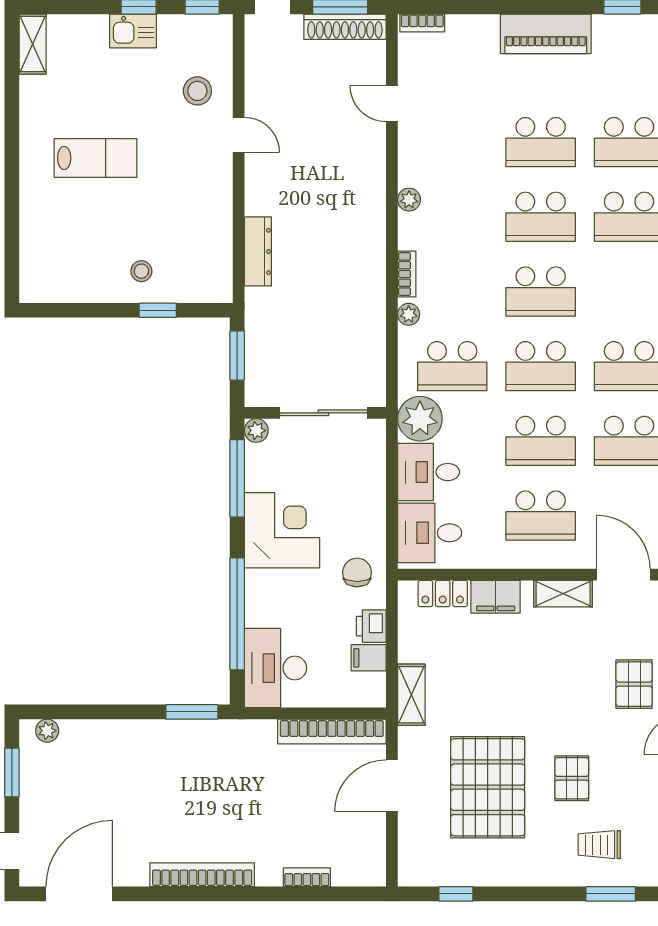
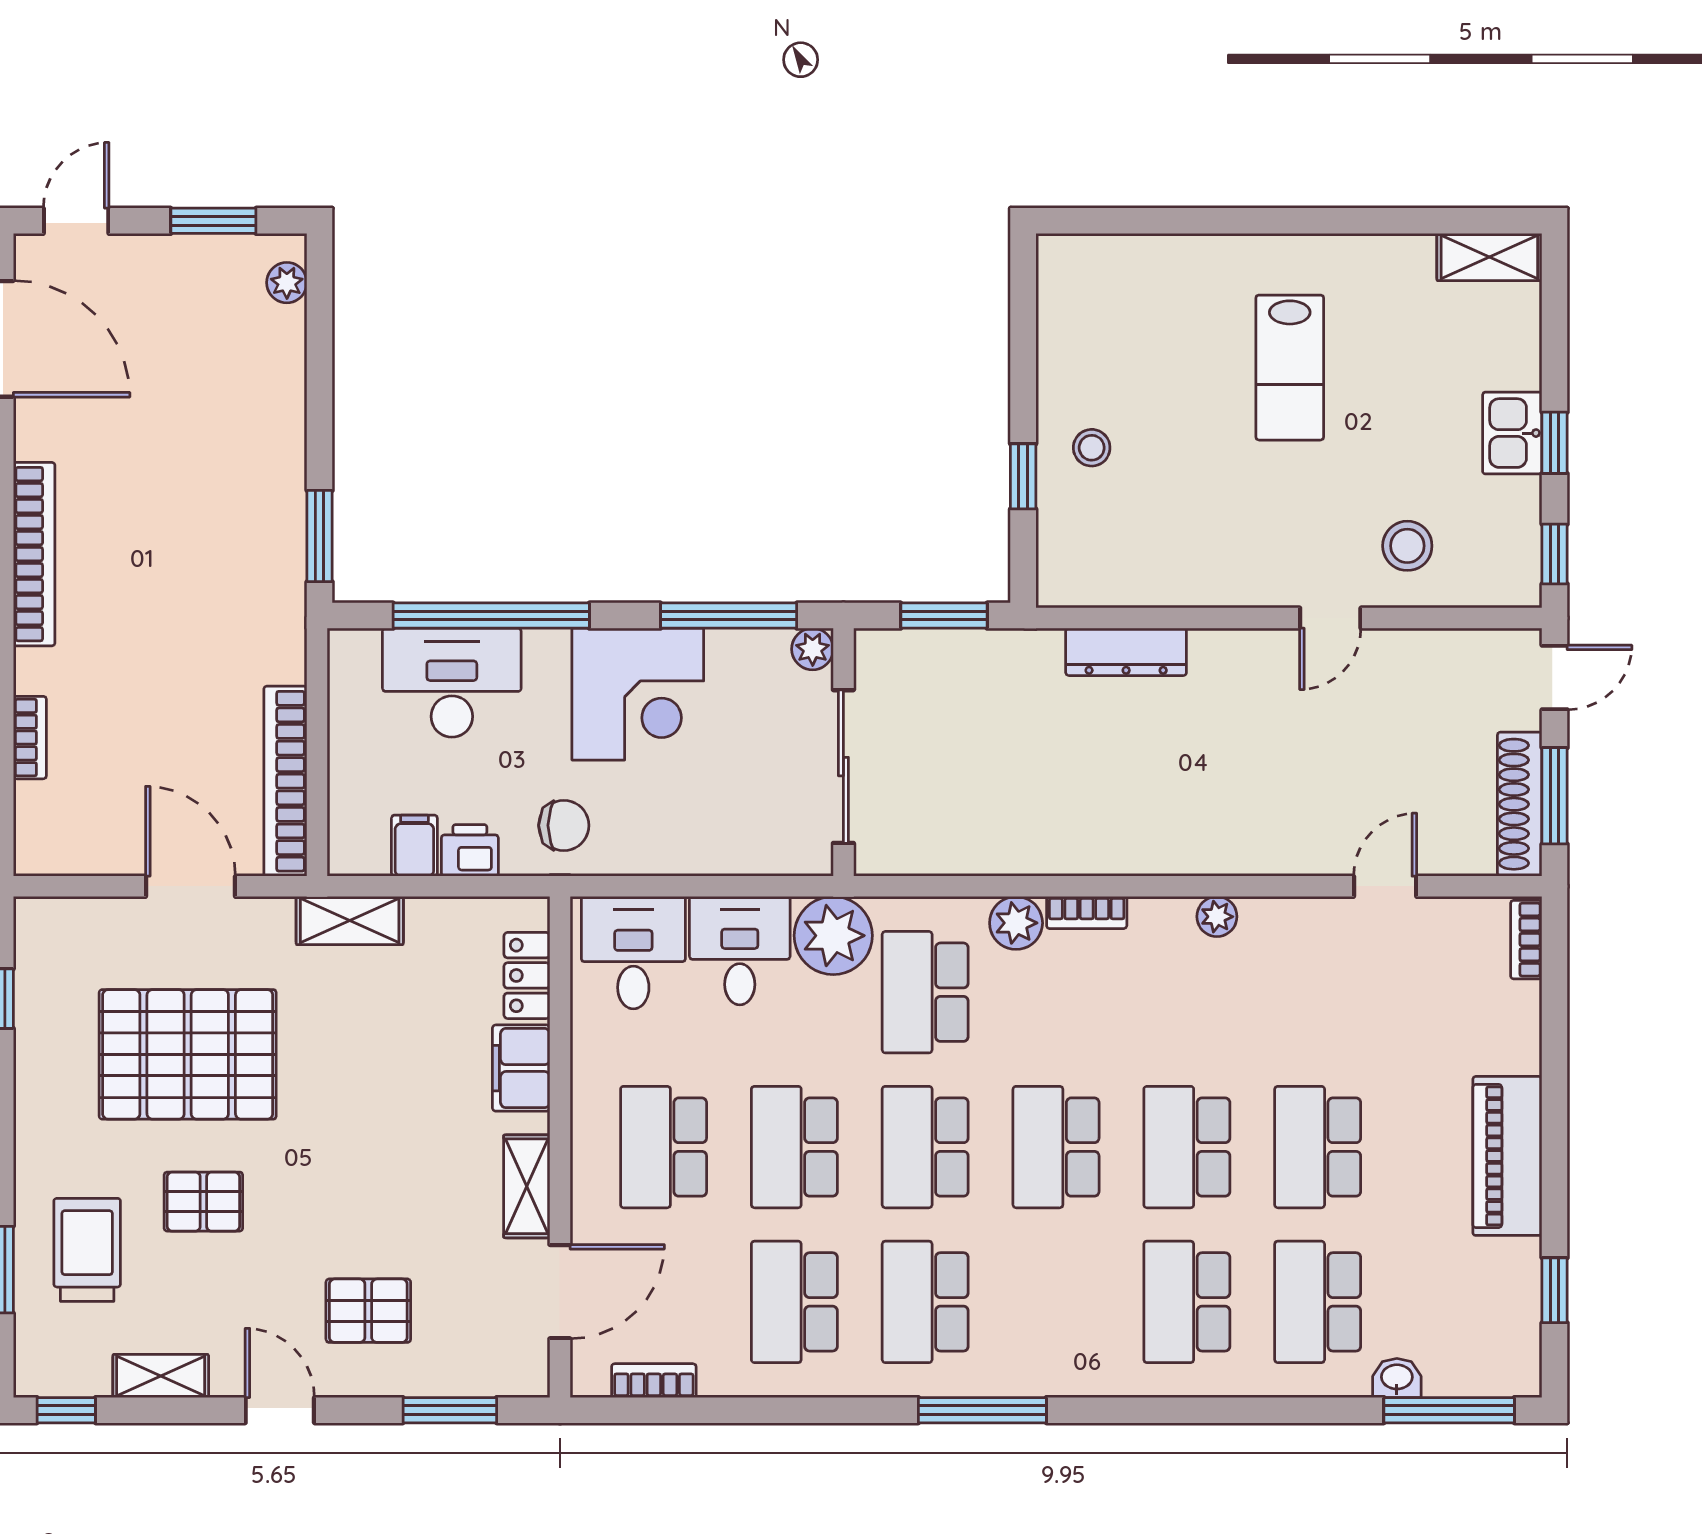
plant: (409, 314) -> (1016, 923), width x1.38, depth x1.38
desk: (276, 668) -> (452, 683), moved
trolley: (599, 845) -> (87, 1250), width x1.36, depth x1.39

